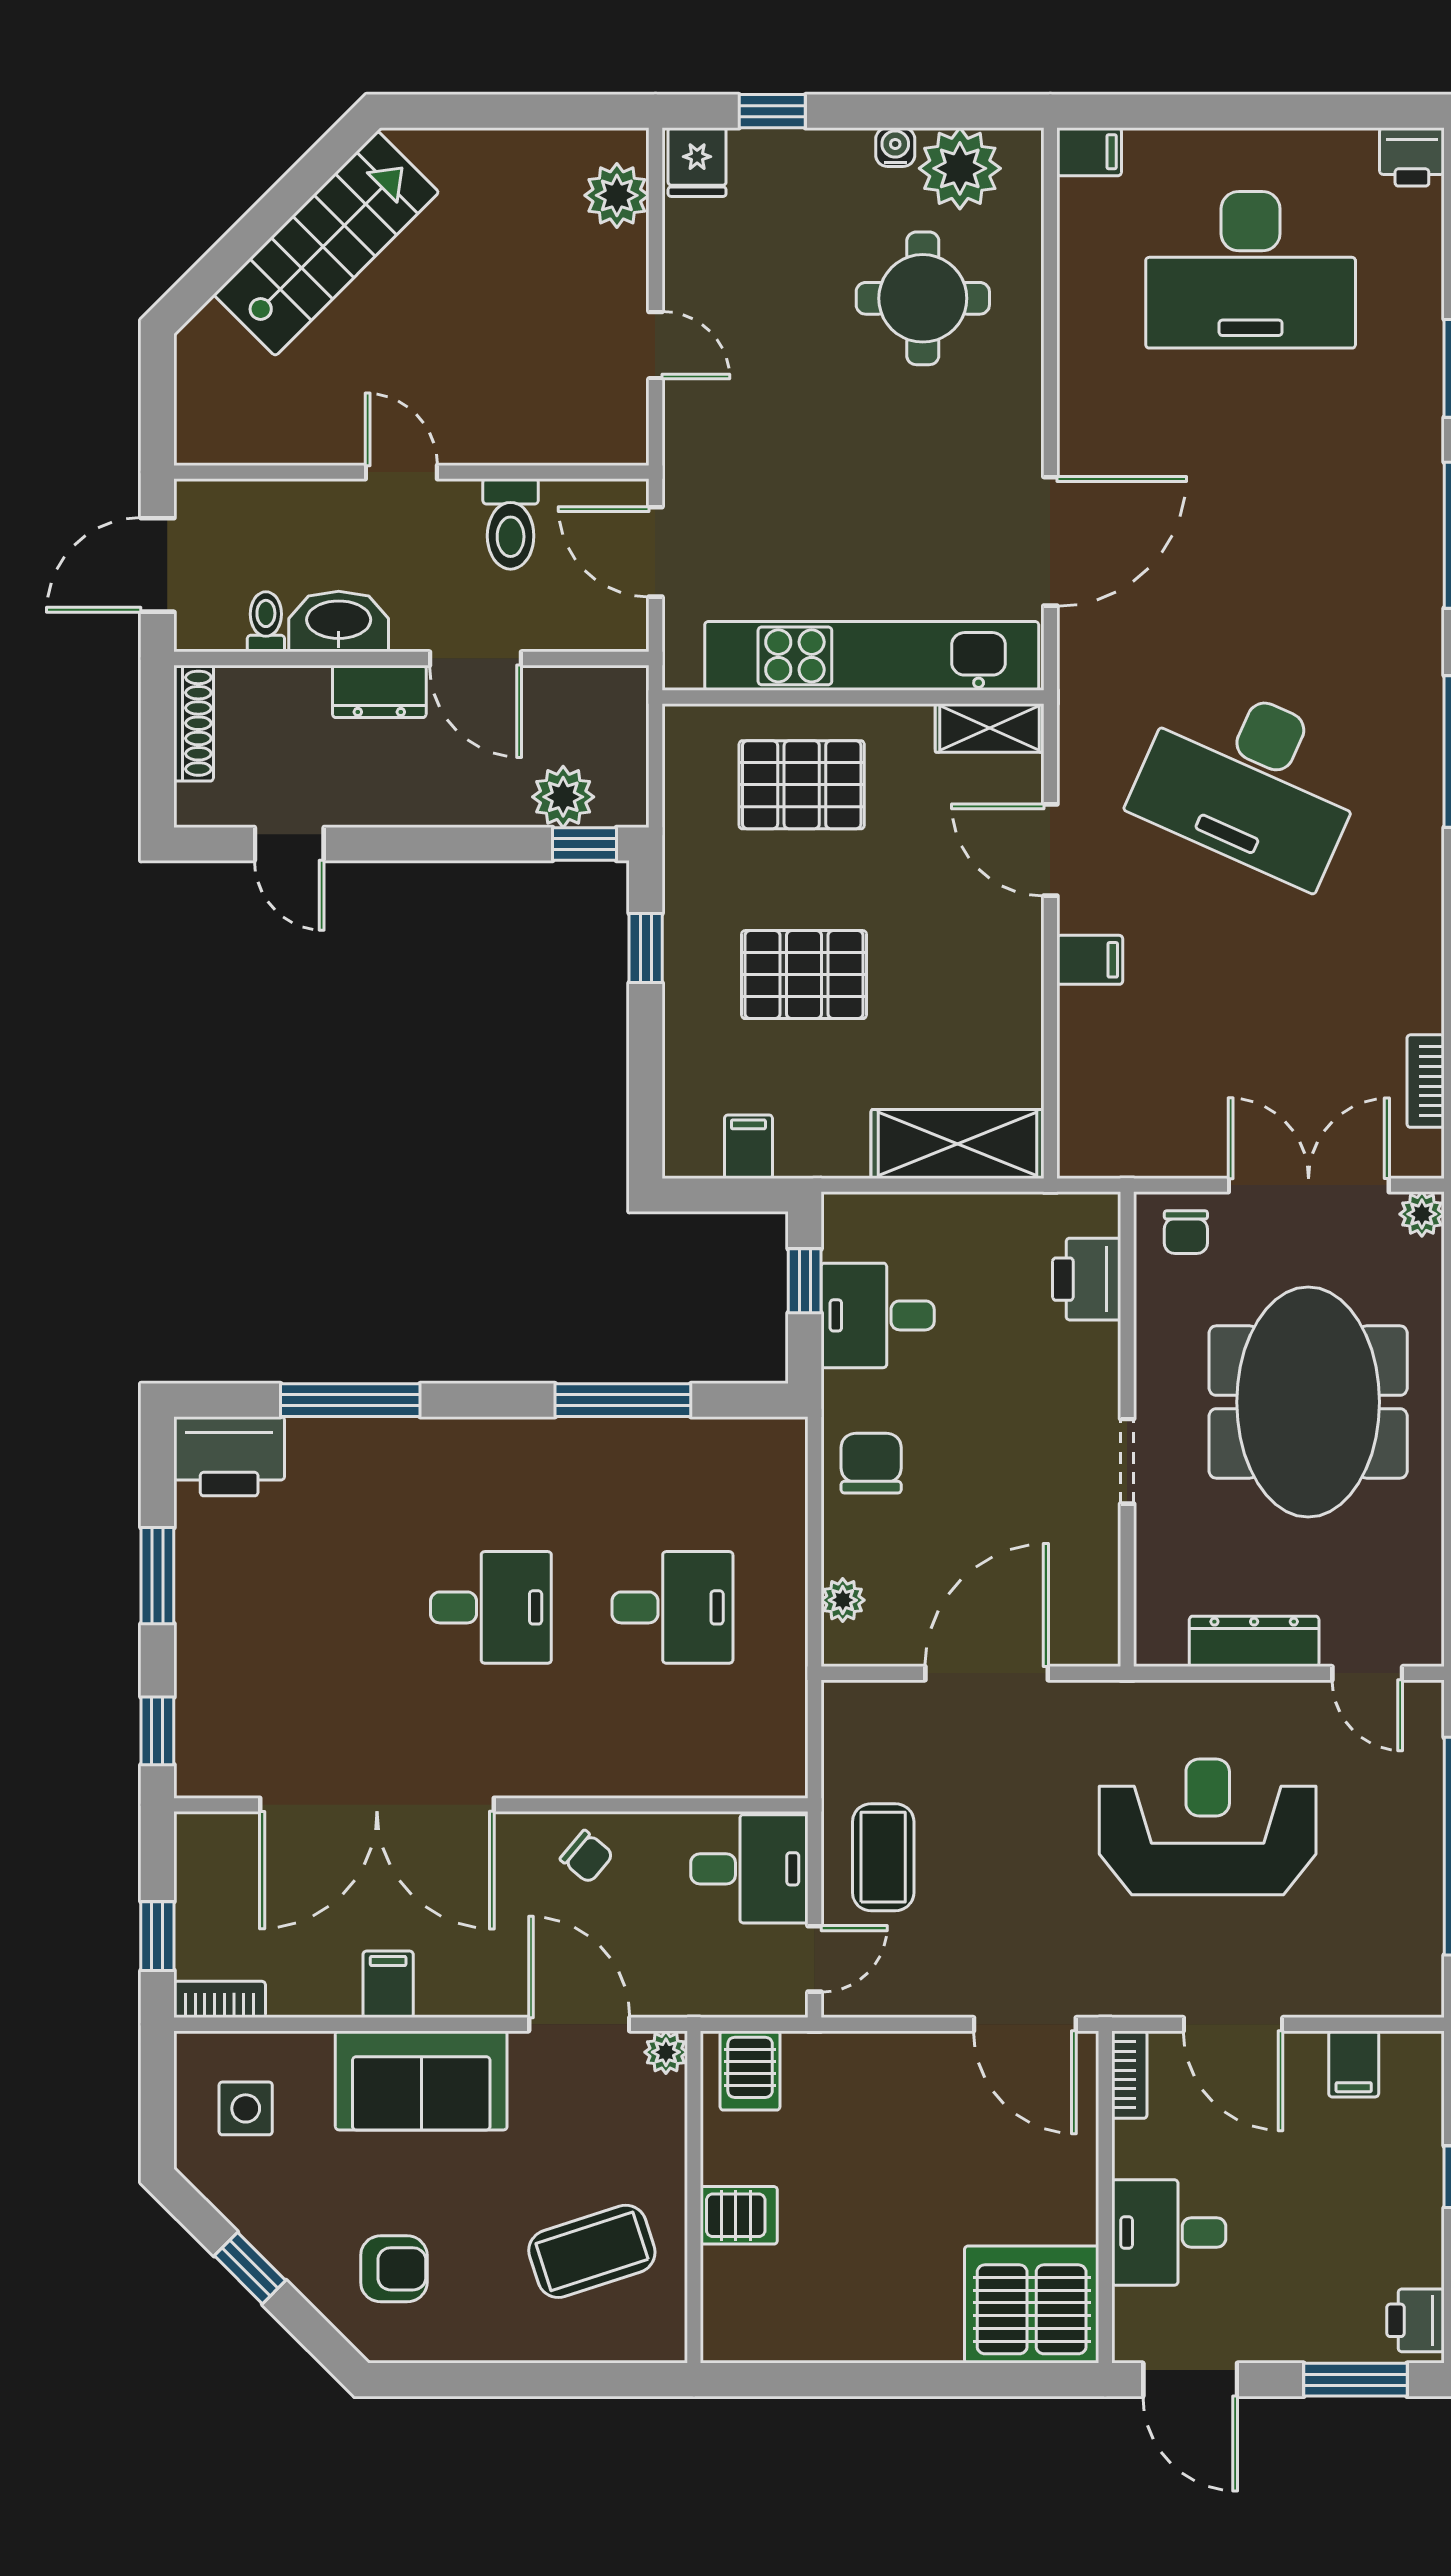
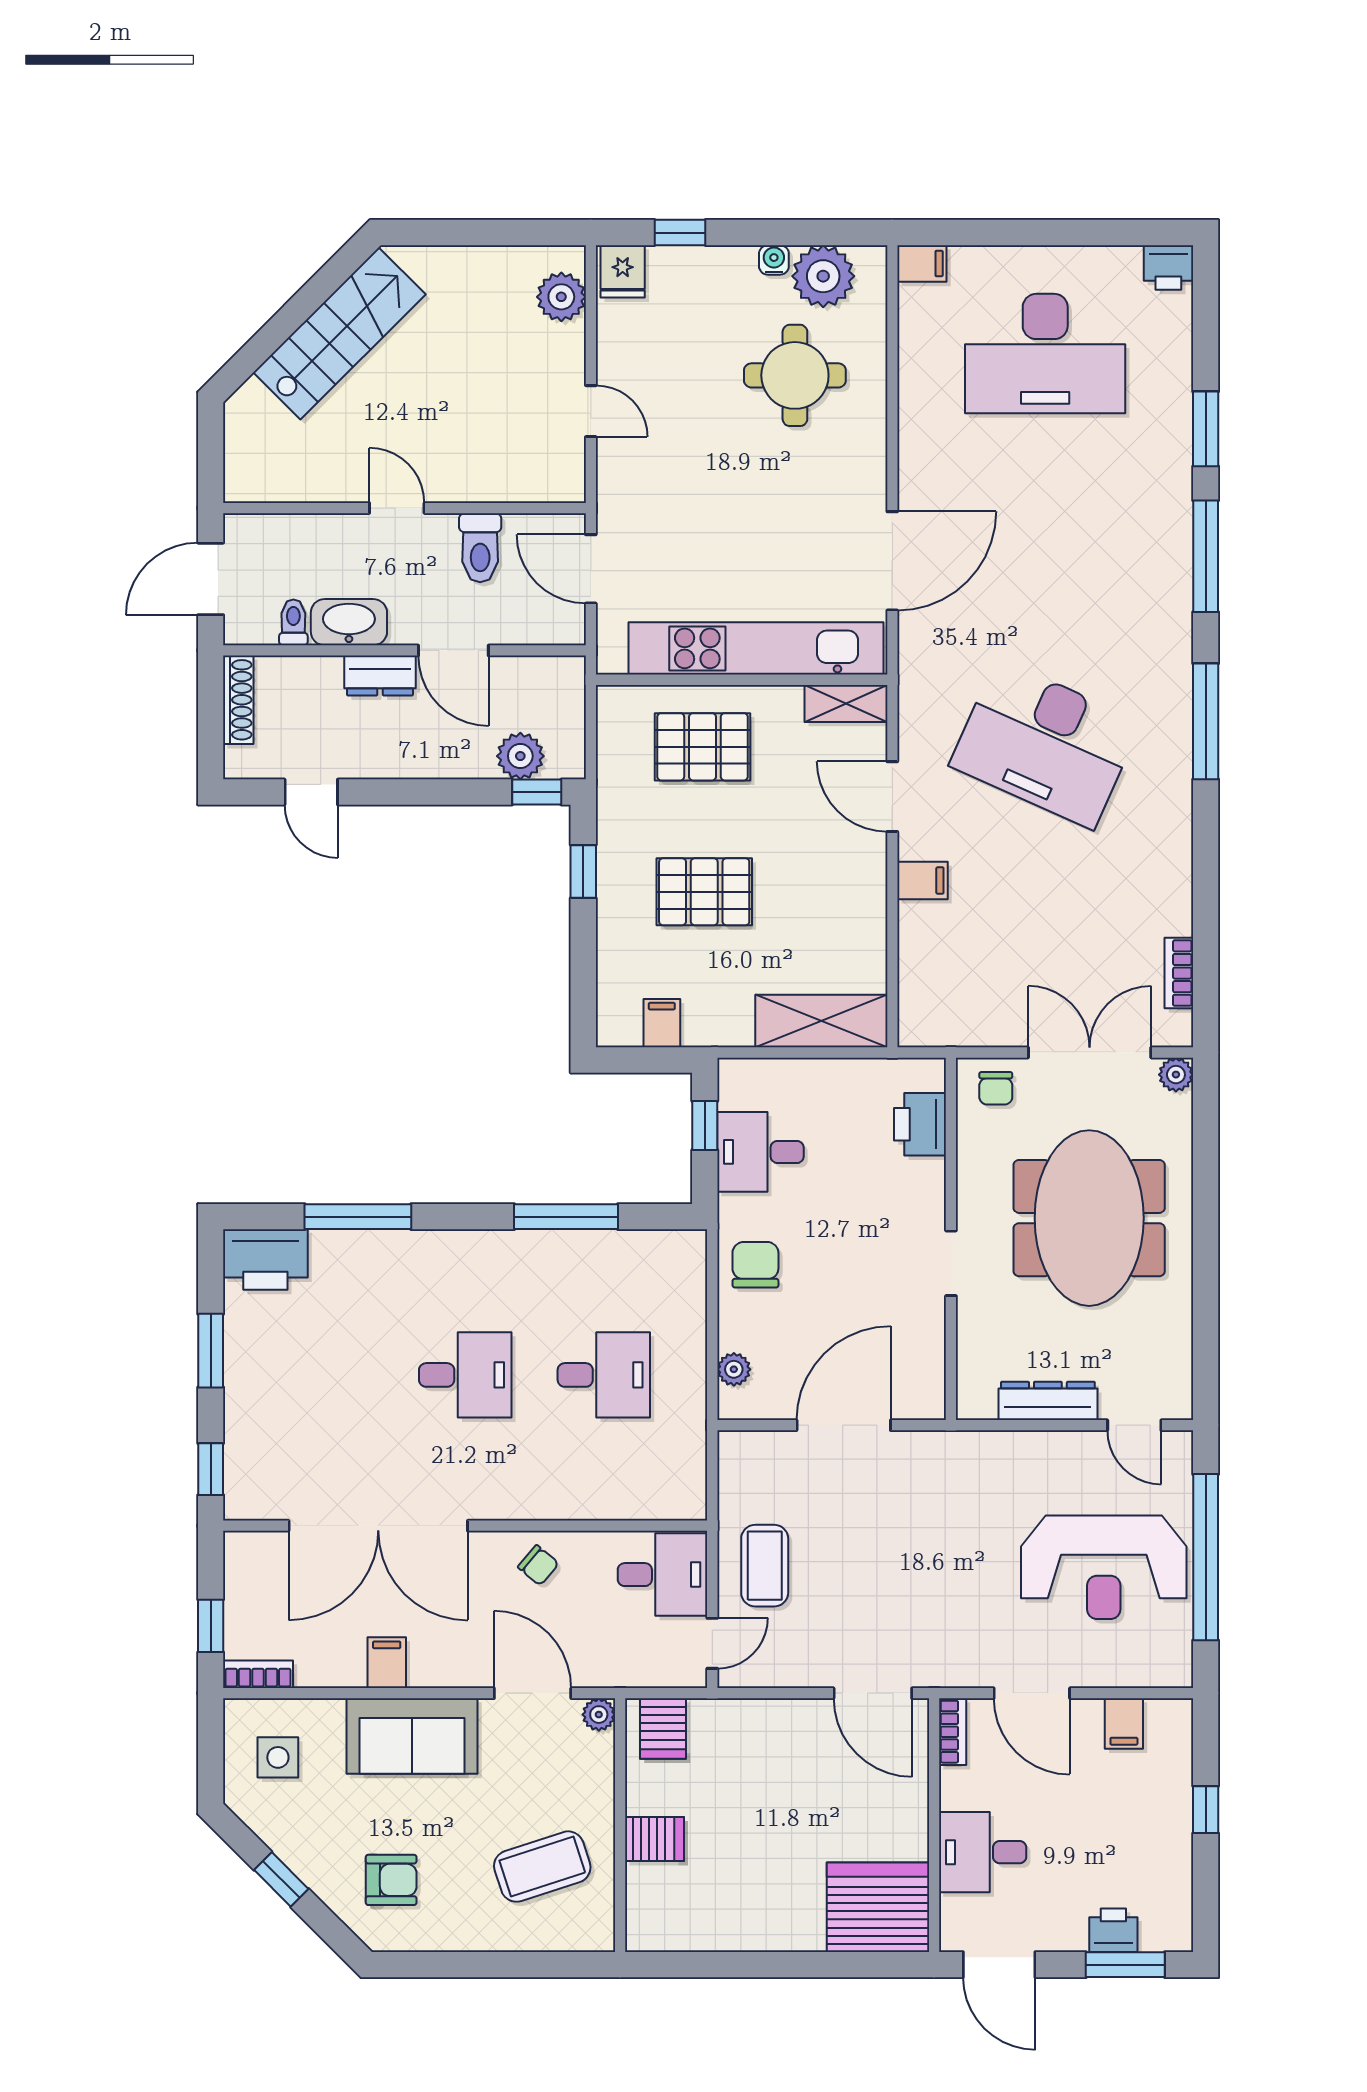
reception desk: (1208, 1827) -> (1104, 1567), moved, turned 180
printer: (1416, 2320) -> (1113, 1930), moved, turned 90

